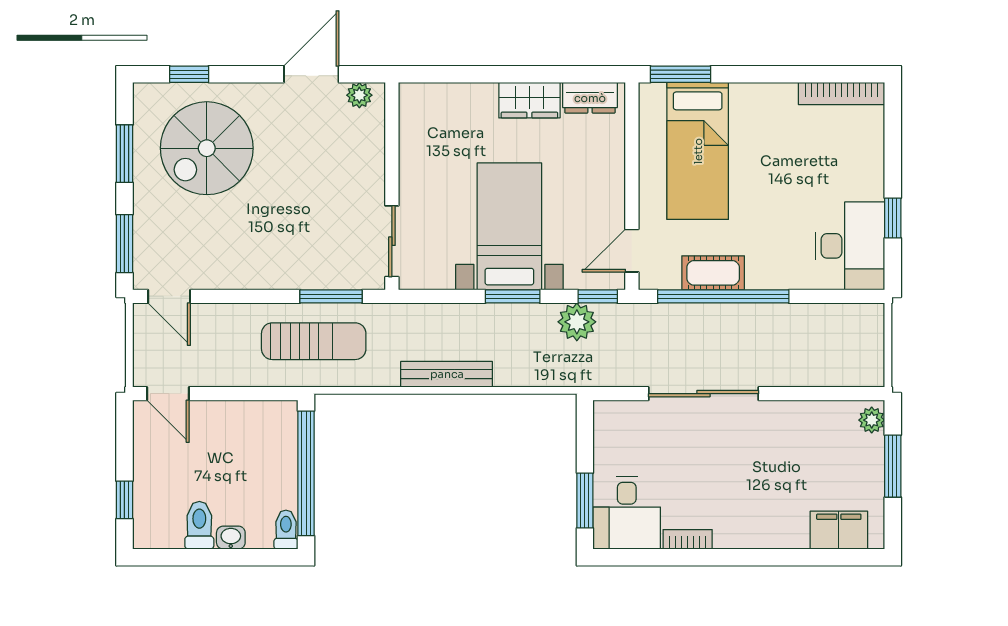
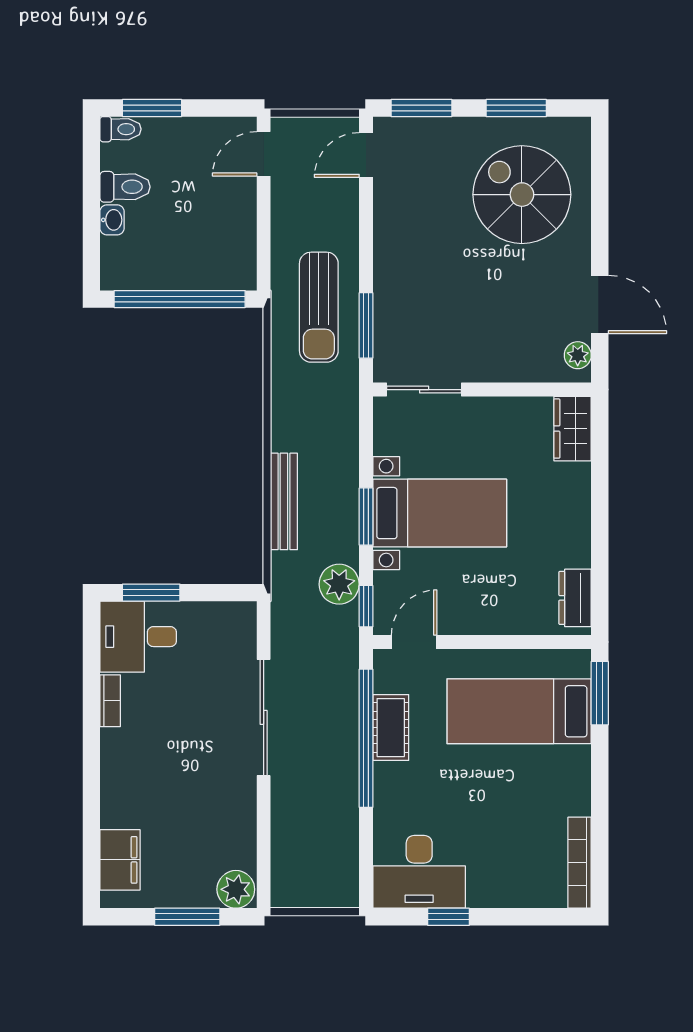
window: (189, 74) -> (600, 176), removed
wardrobe: (529, 100) -> (573, 429), moved
door: (632, 251) -> (414, 642), hinge flipped
bench: (447, 374) -> (284, 501), moved
plant: (872, 420) -> (236, 889), width x1.38, depth x1.38
window: (124, 500) -> (152, 108), width x1.50
toilet: (286, 530) -> (120, 129), moved

